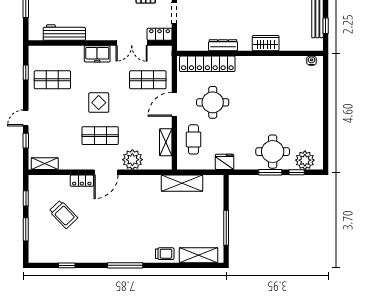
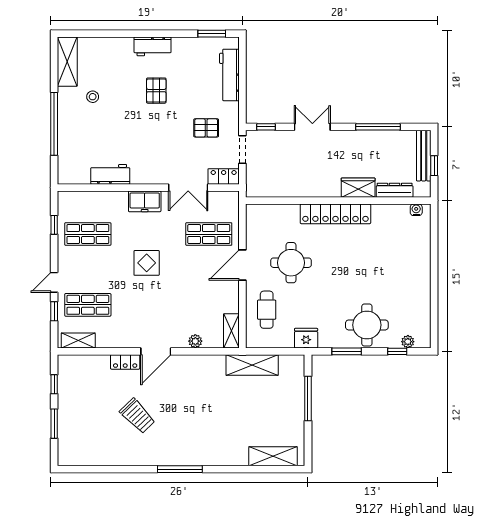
workbench: (64, 33) -> (110, 174), width x0.73
dresser: (223, 45) -> (395, 190), moved
locker: (207, 64) -> (335, 214), moved
shop shelf: (100, 136) -> (88, 305), moved
shelving: (166, 142) -> (231, 331), moved
plant: (132, 160) -> (195, 341), width x0.53, depth x0.53
plant: (305, 160) -> (408, 342), width x0.53, depth x0.53
window: (270, 172) -> (347, 351), moved
trolley: (63, 214) -> (137, 416), moved
window: (226, 228) -> (308, 398), moved
trolley: (165, 254) -> (230, 454), removed
window: (67, 265) -> (106, 469), removed

